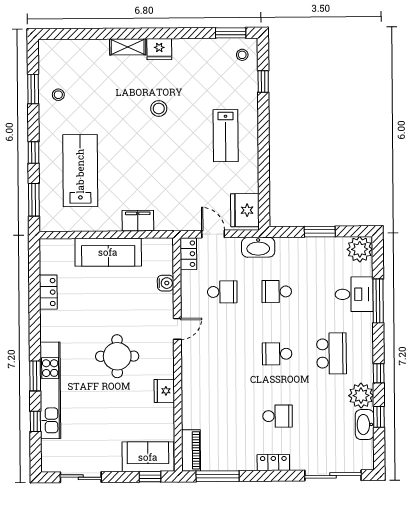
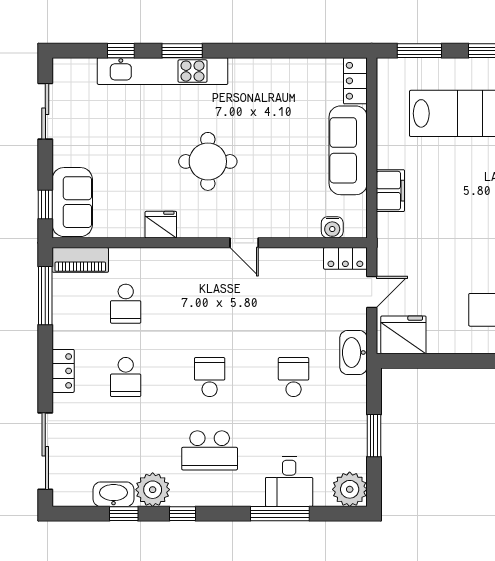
water cooler: (166, 283) -> (332, 227), moved
locker: (48, 292) -> (355, 81), moved, turned 90
school desk: (222, 292) -> (126, 304), moved

